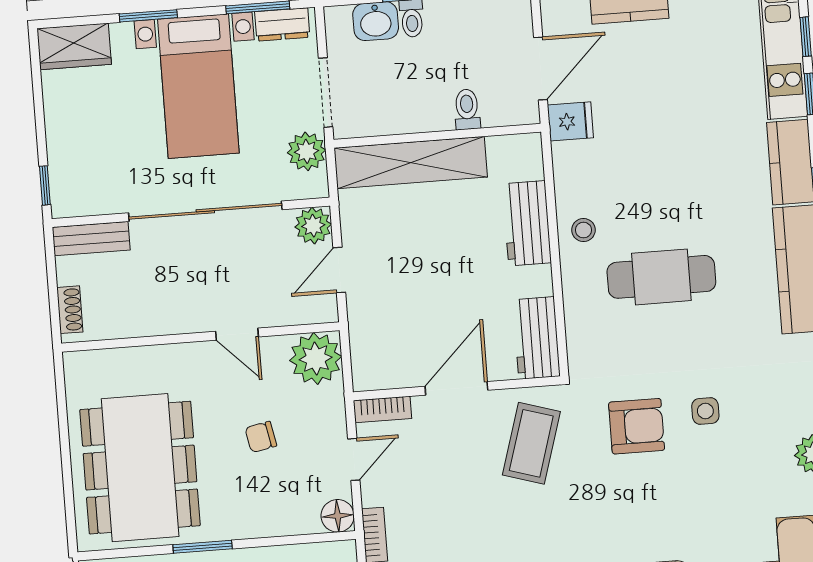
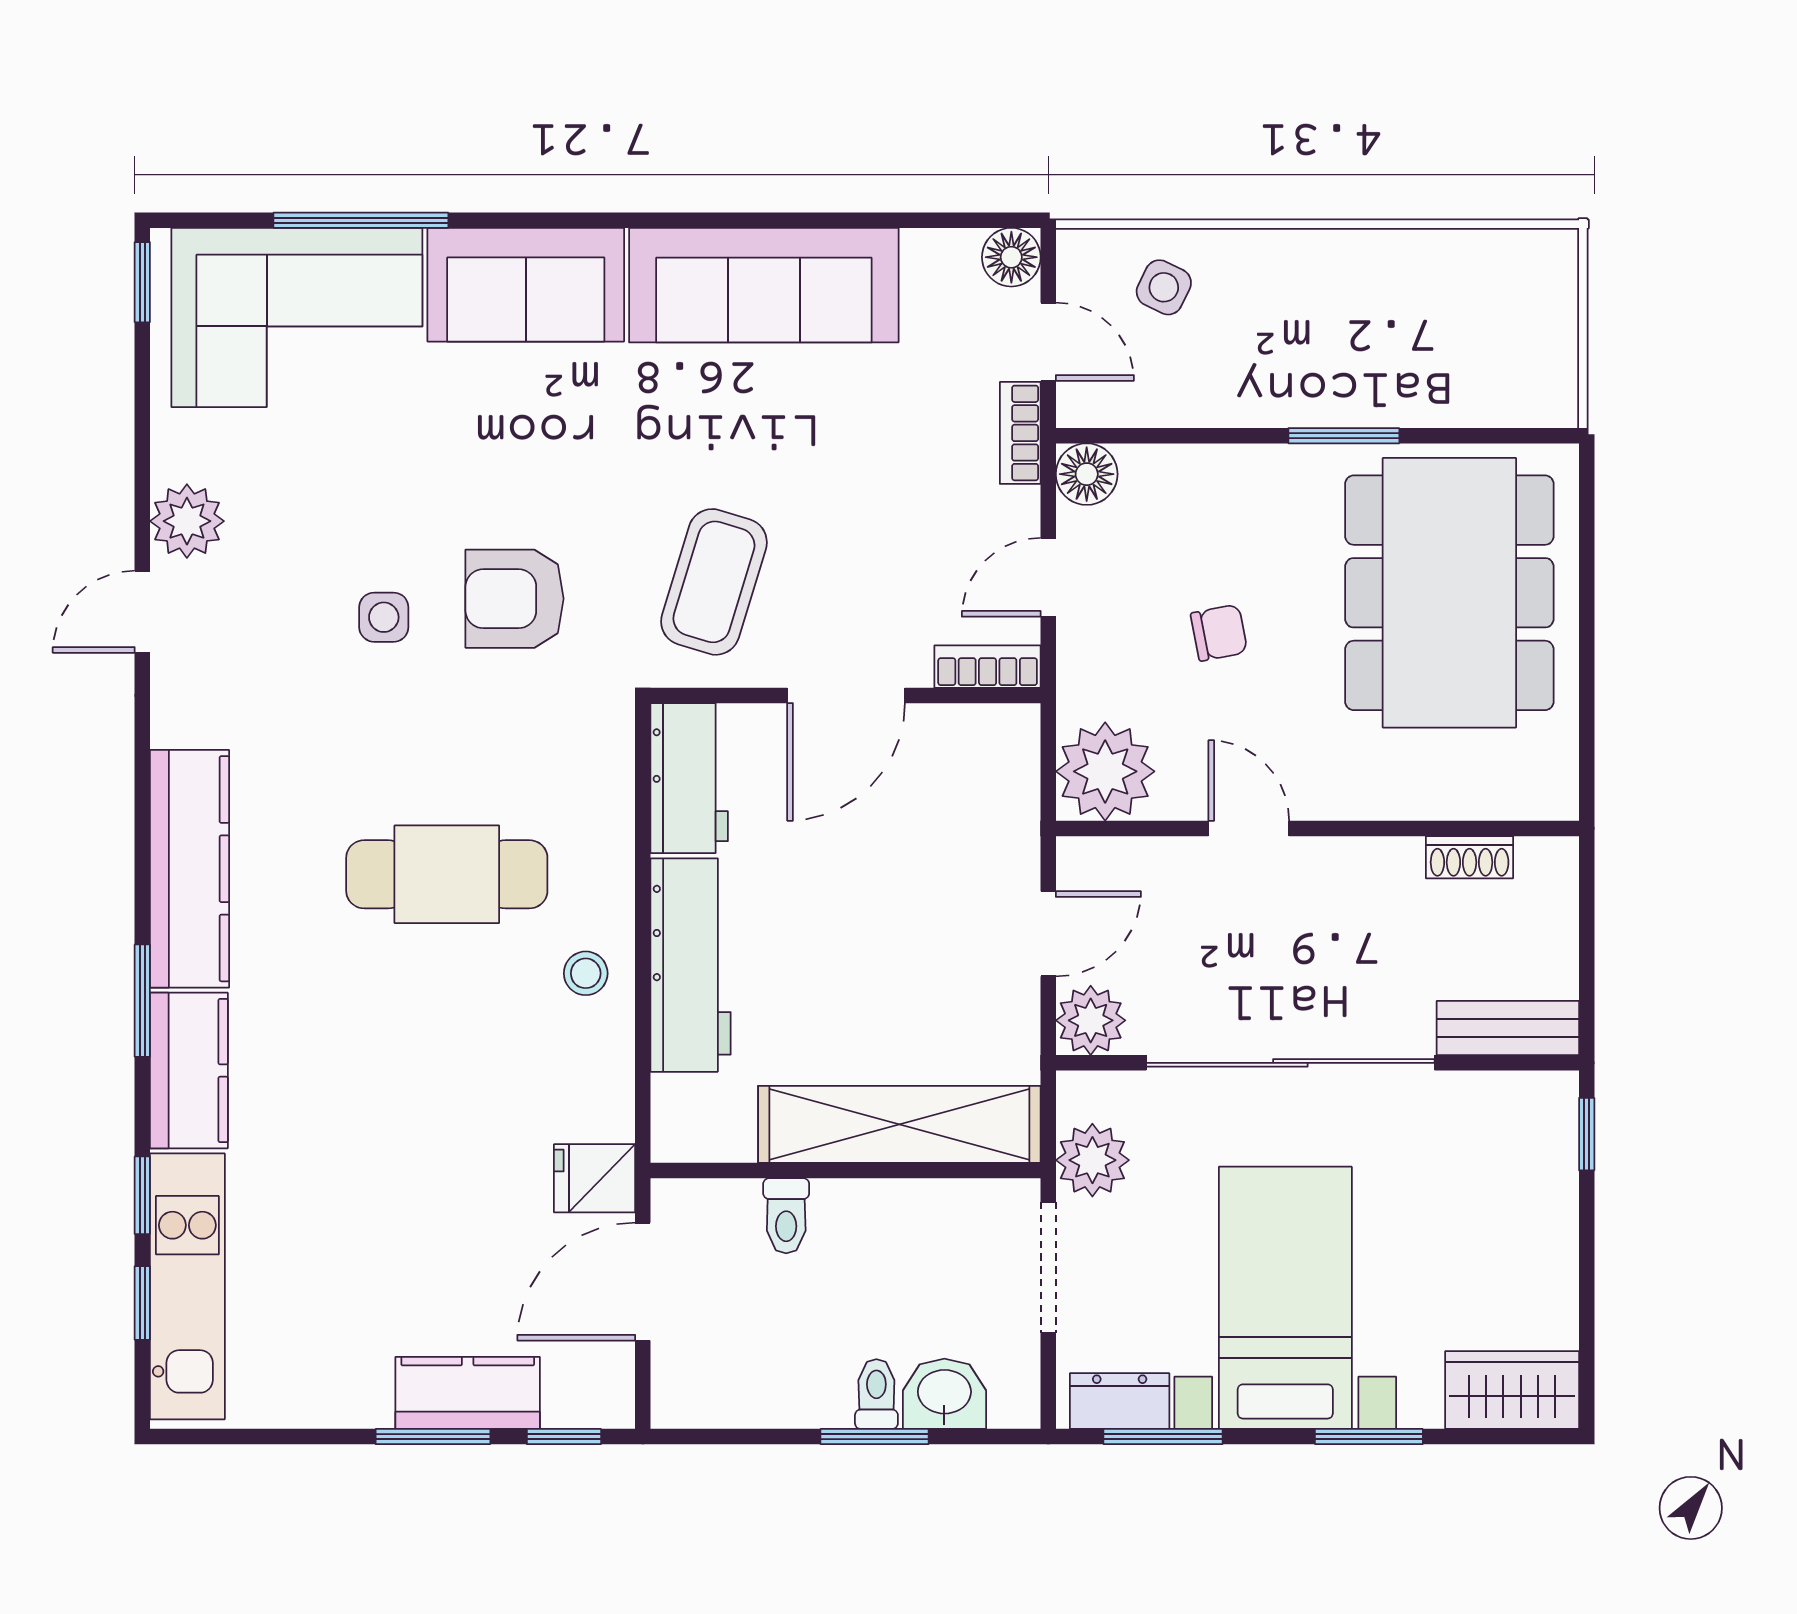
workbench: (527, 223) -> (691, 965), width x1.38
shoe rack: (70, 310) -> (1470, 857), moved, turned -90

